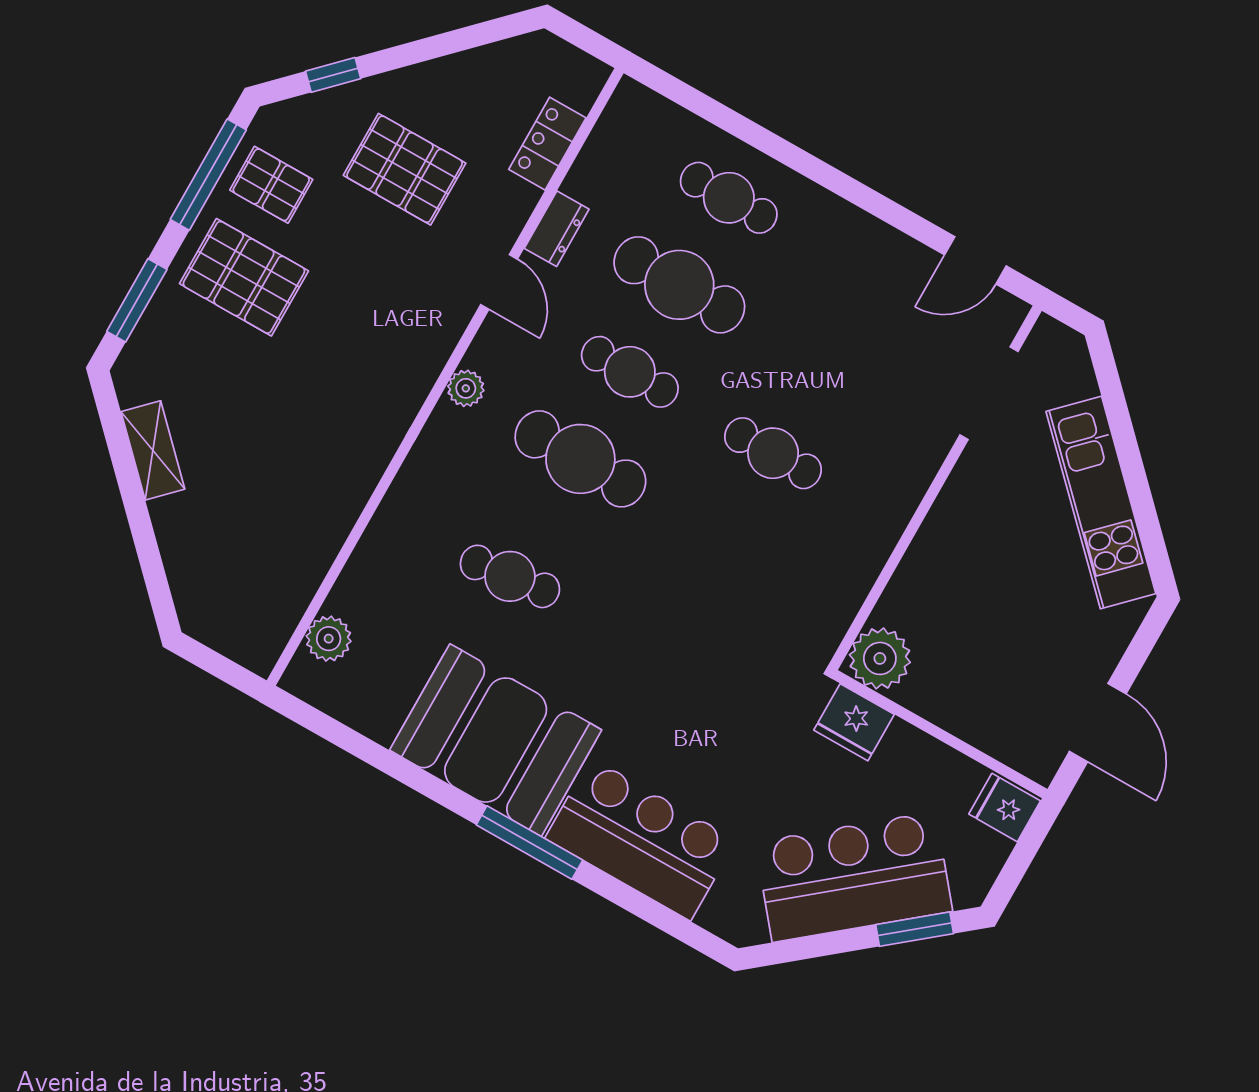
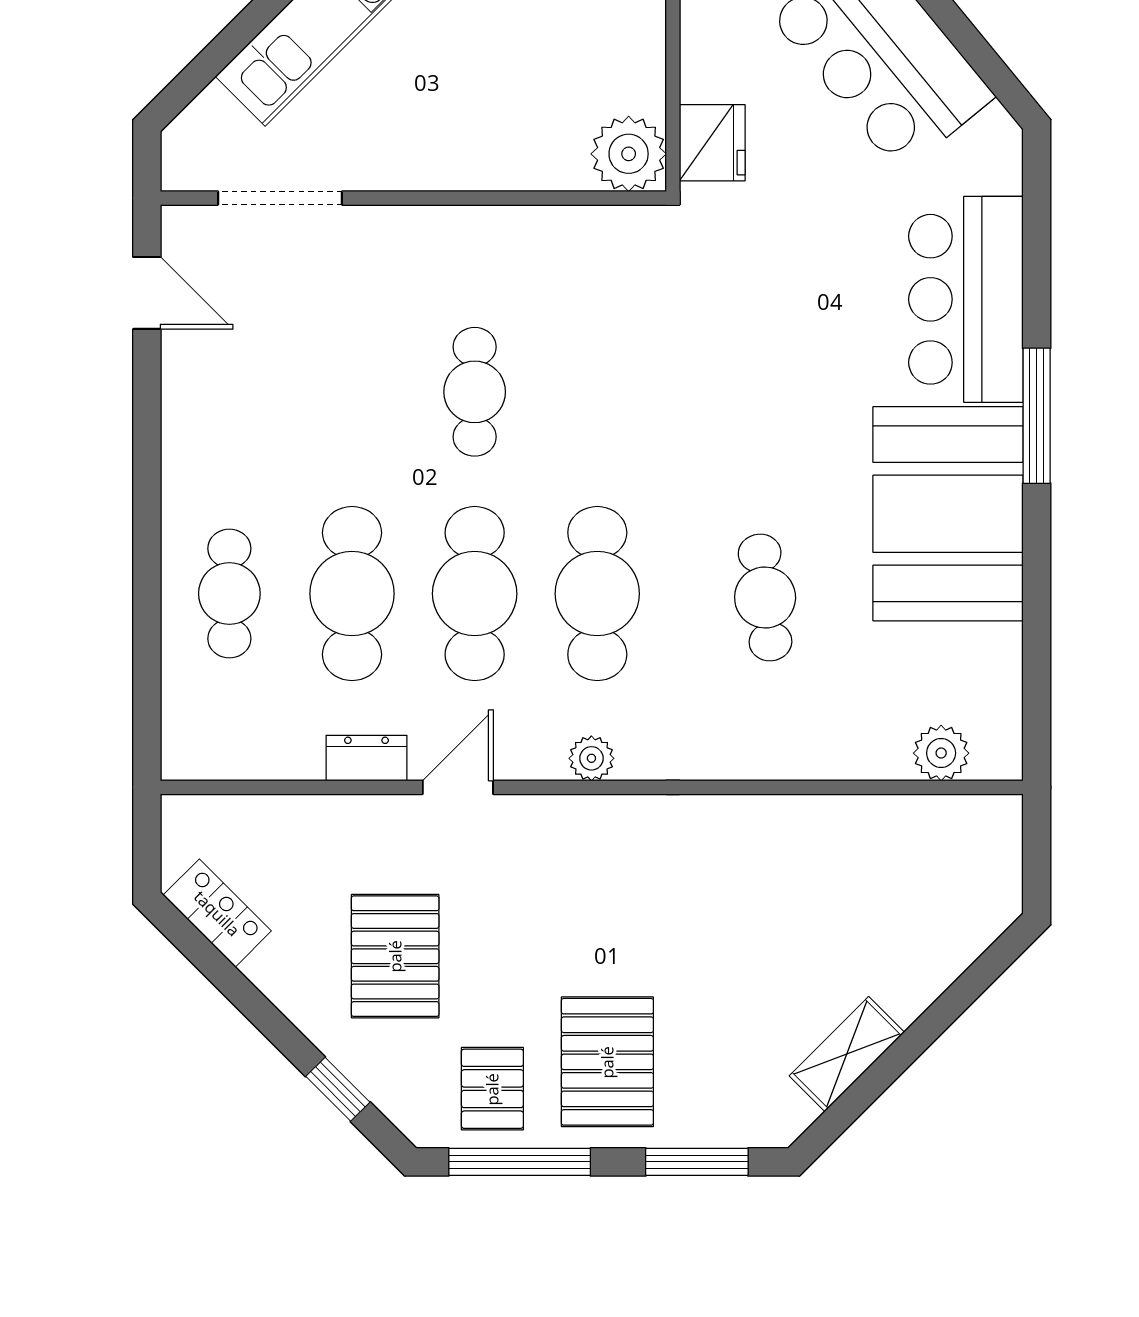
locker: (547, 144) -> (217, 913), moved, turned -135
cafe table: (630, 372) -> (475, 594), width x1.37, depth x1.35

